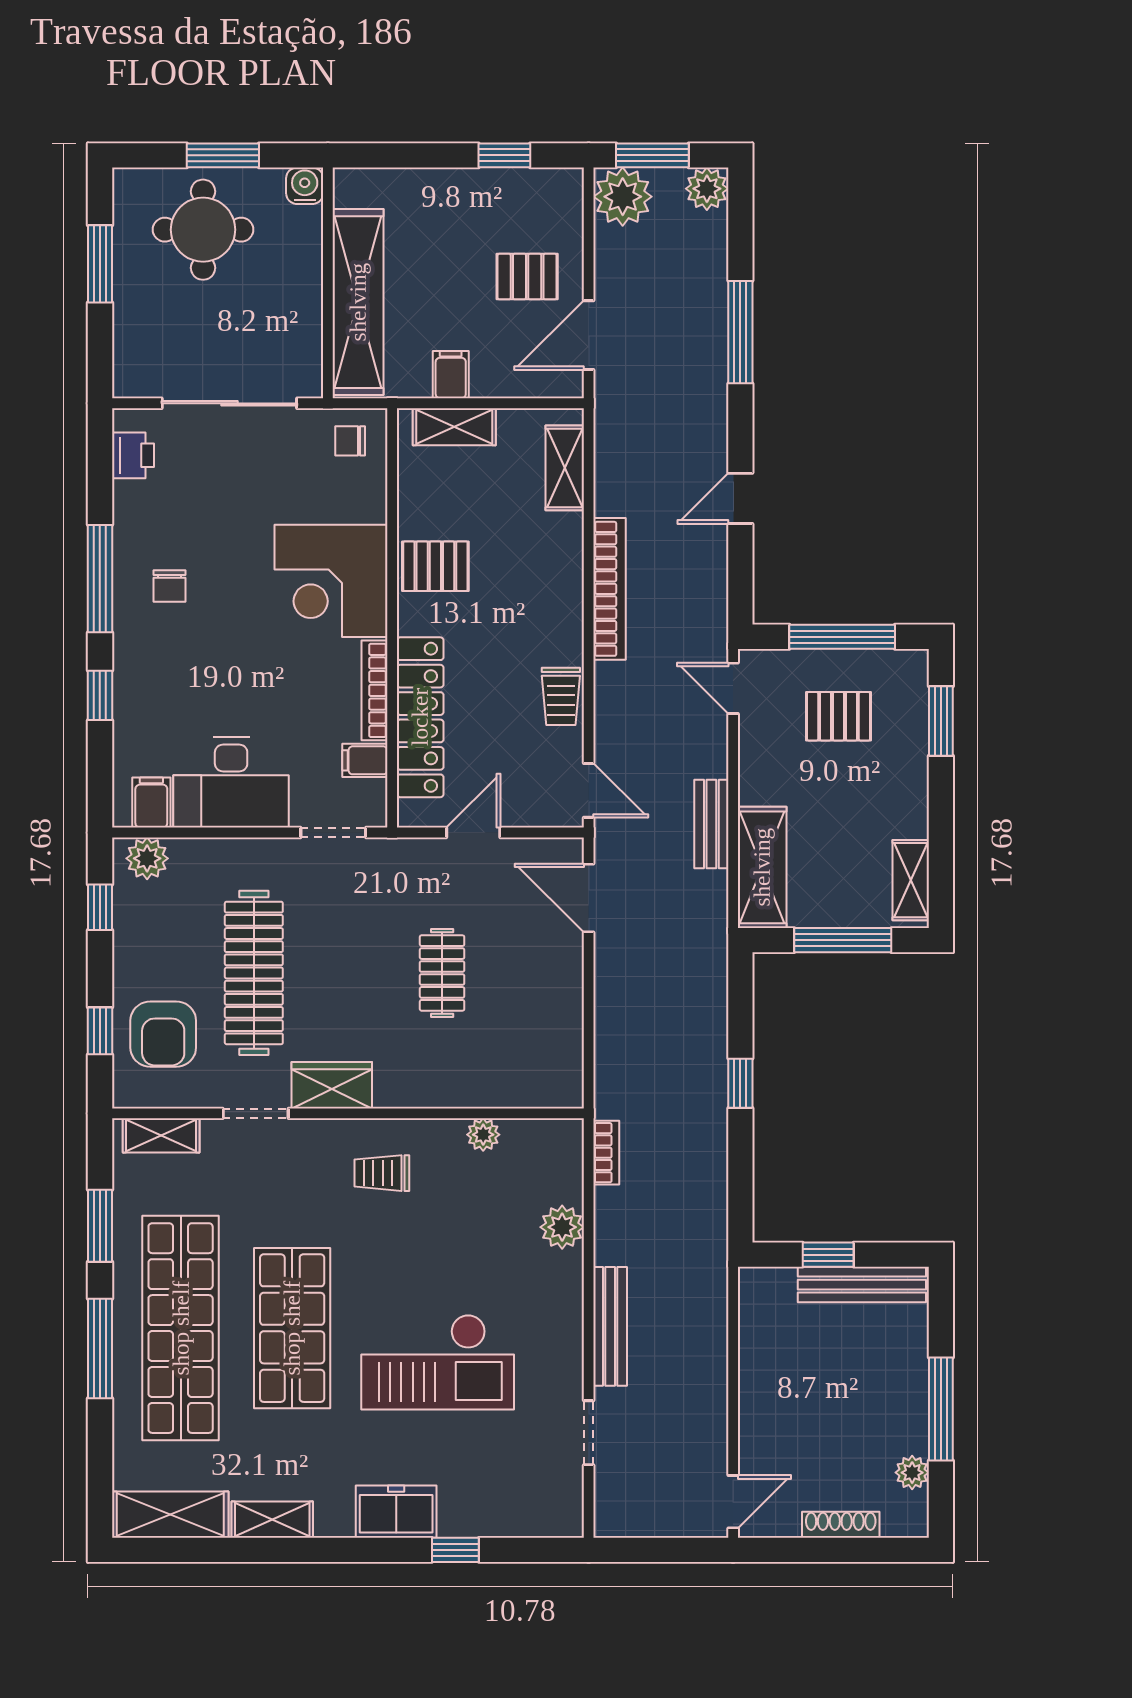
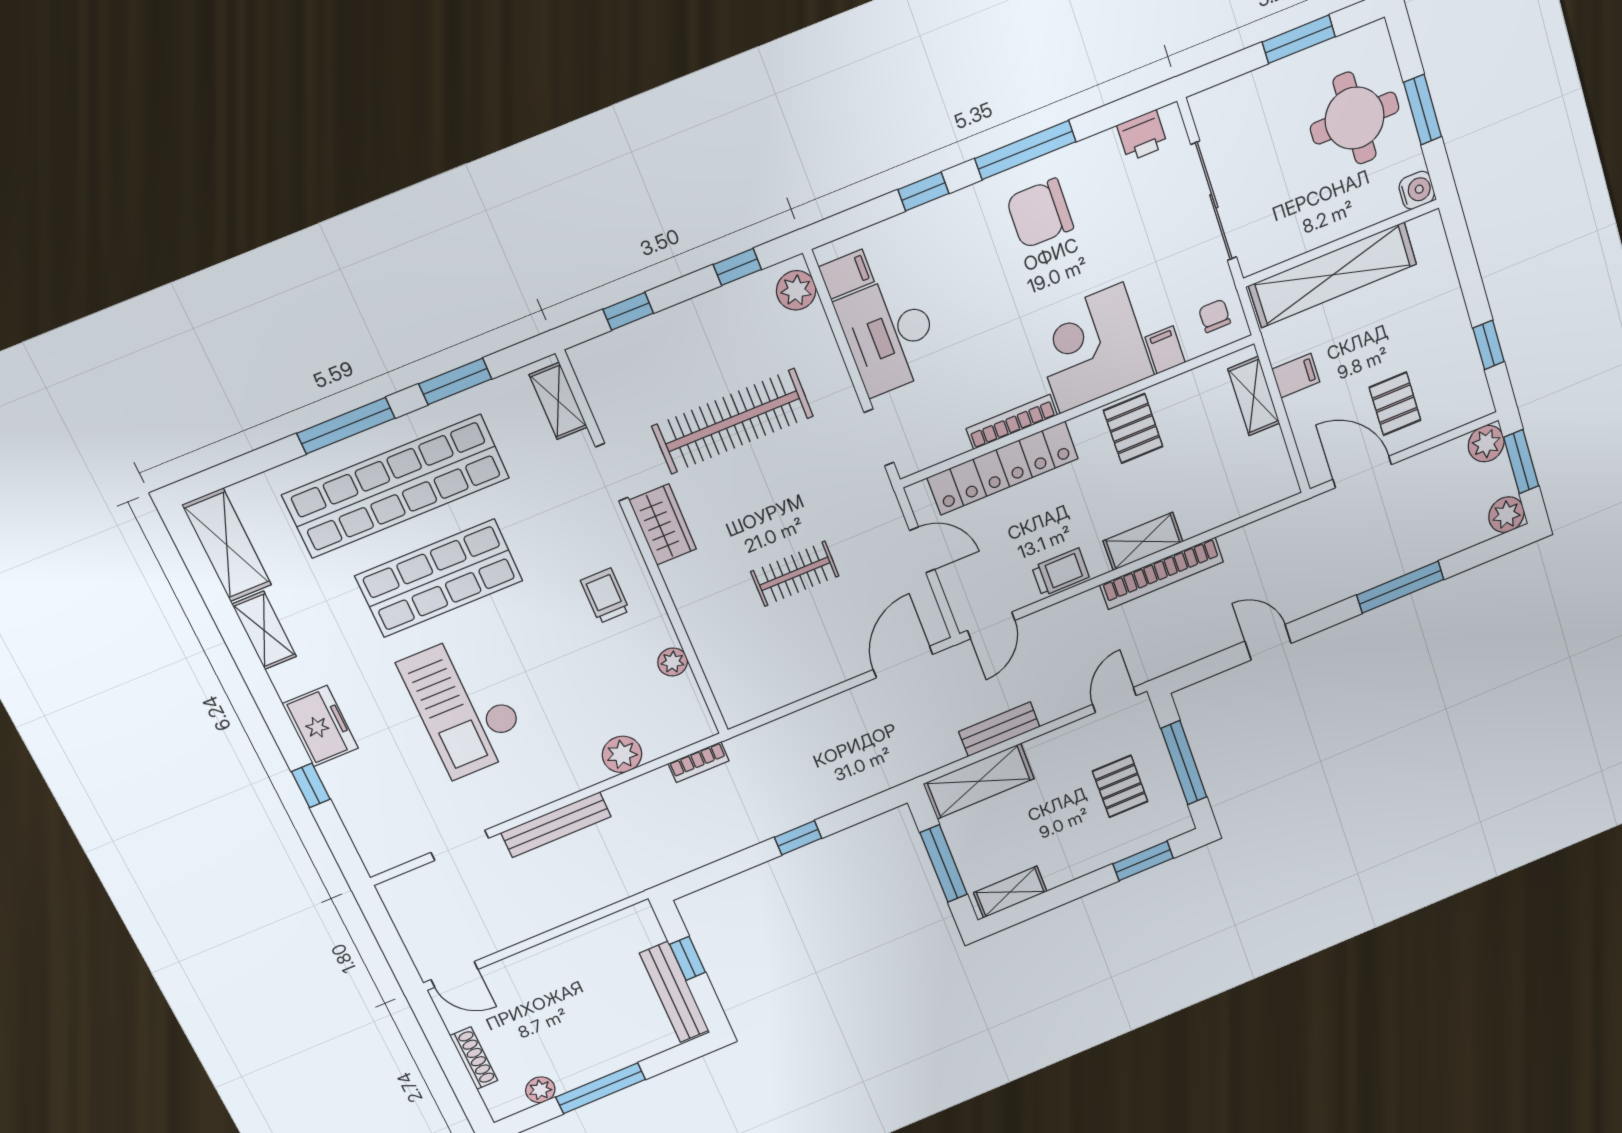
plant: (623, 197) -> (1486, 444), width x0.73, depth x0.73
shelving: (565, 468) -> (1143, 541), moved
chair: (169, 586) -> (1040, 213), width x1.87, depth x1.87
trolley: (561, 696) -> (1061, 572), turned 180
filing cabinet: (365, 760) -> (1165, 350), moved
armchair: (163, 1034) -> (648, 367), removed

